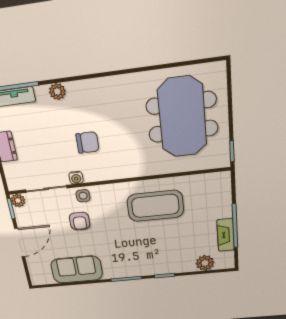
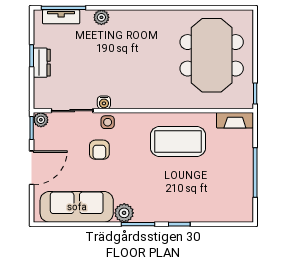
chair: (87, 142) -> (121, 68), removed
fireplace: (226, 235) -> (235, 120), moved, turned -90
plant: (205, 263) -> (124, 213), moved
sofa: (77, 270) -> (77, 207), width x1.36

